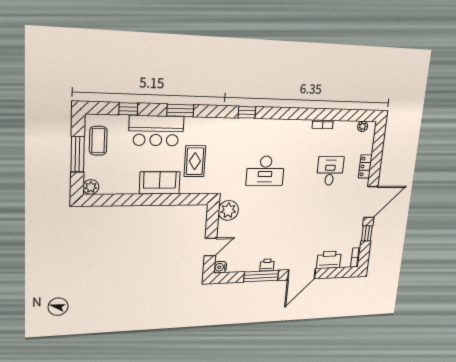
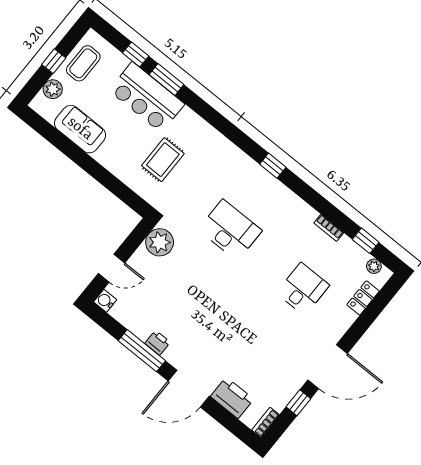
window: (180, 110) -> (166, 80), moved
window: (247, 112) -> (273, 166), moved
window: (349, 115) -> (366, 241), added
window: (78, 154) -> (54, 61), width x0.46
locker: (365, 166) -> (363, 298), moved
desk: (265, 171) -> (230, 230), turned 180
sofa: (160, 183) -> (80, 129), moved
plant: (91, 187) -> (53, 89), moved

